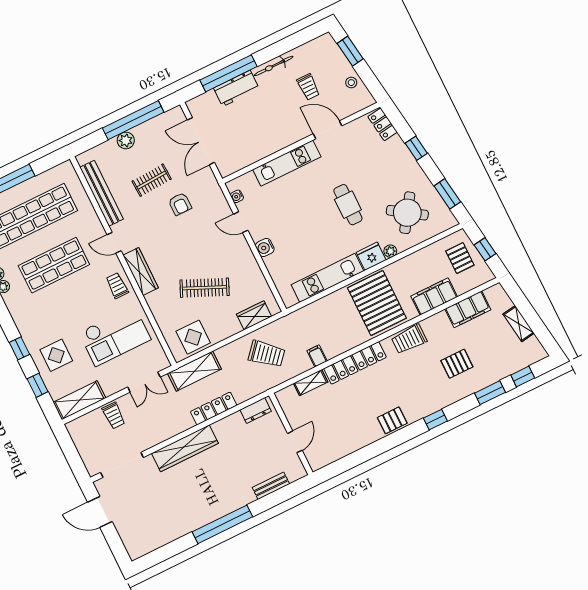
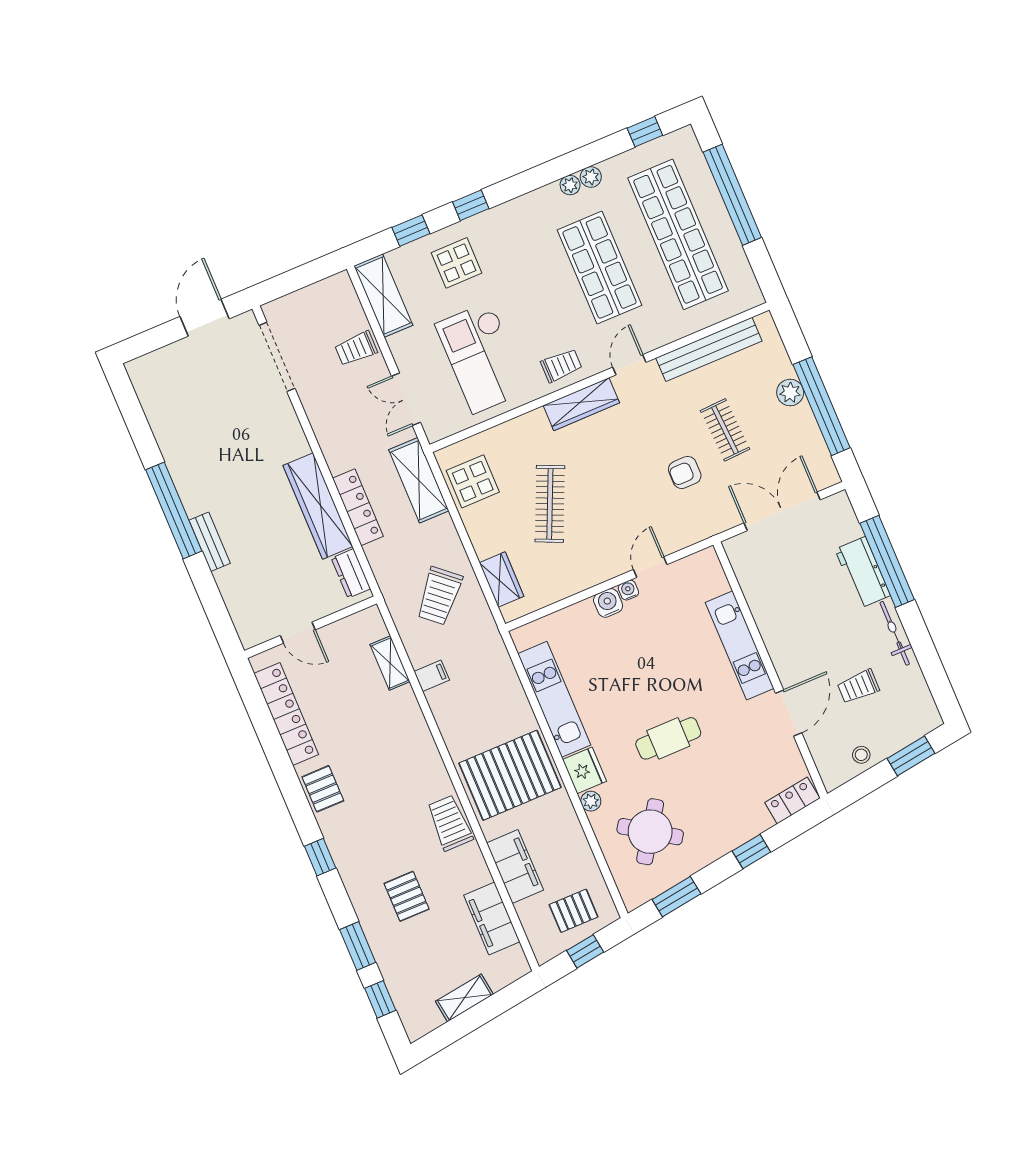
water cooler: (237, 196) -> (628, 590), moved
locker: (355, 363) -> (286, 714), moved, turned 180
wardrobe: (185, 448) -> (318, 506), moved
bench: (271, 486) -> (210, 542), moved

